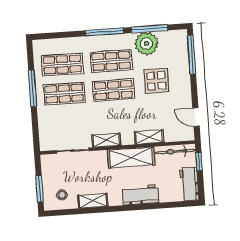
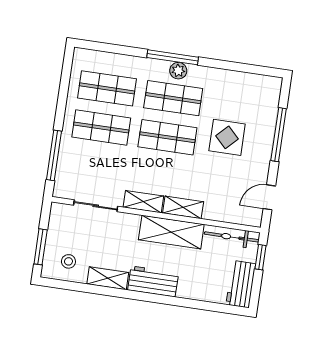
window: (149, 29) -> (233, 66), removed
plant: (146, 43) -> (178, 71), moved, width x0.53, depth x0.53
window: (192, 55) -> (279, 135), moved
window: (33, 88) -> (54, 155), moved
door: (196, 117) -> (269, 197), hinge flipped
shelving: (149, 137) -> (183, 207), moved
workbench: (141, 195) -> (153, 281), moved

